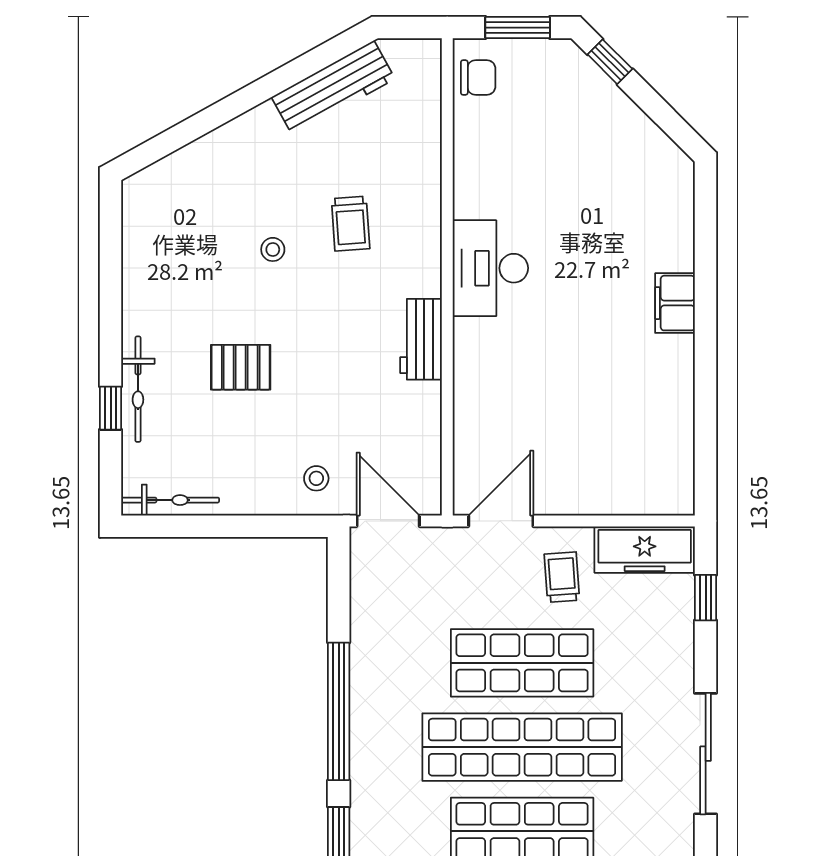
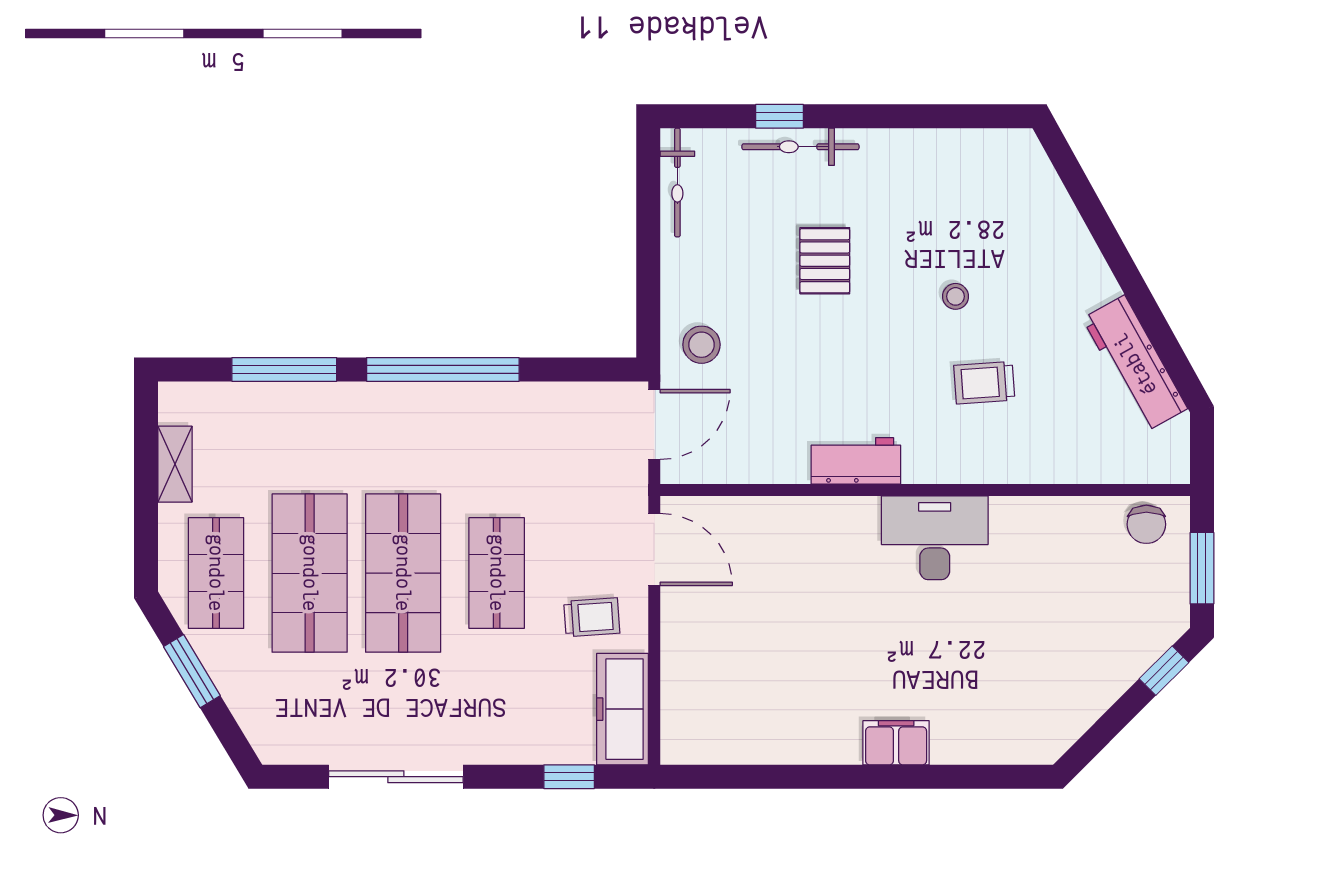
stool: (316, 478) -> (701, 345), width x1.37, depth x1.37
shop shelf: (522, 663) -> (497, 573), width x0.70, depth x0.74
shop shelf: (522, 747) -> (403, 573), width x0.71

